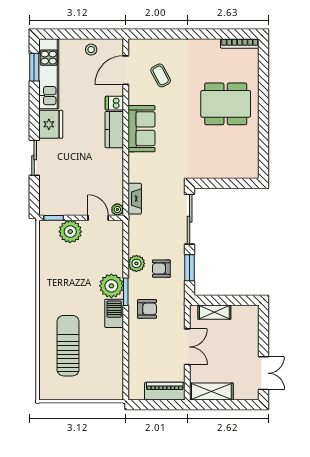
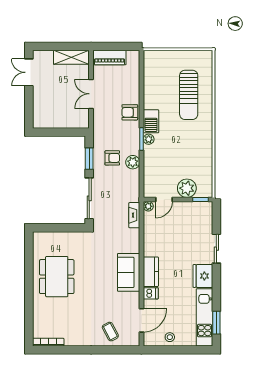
coffee table: (161, 75) -> (110, 332), moved
dining table: (226, 104) -> (57, 277), moved, turned 90
door: (98, 218) -> (164, 199), hinge flipped
plant: (111, 286) -> (149, 139), width x0.53, depth x0.53
armchair: (147, 309) -> (130, 112), moved
shelving: (214, 312) -> (69, 122), removed

